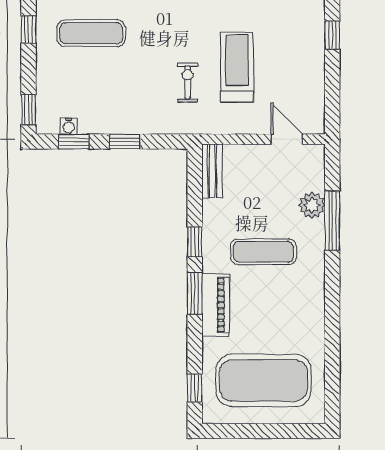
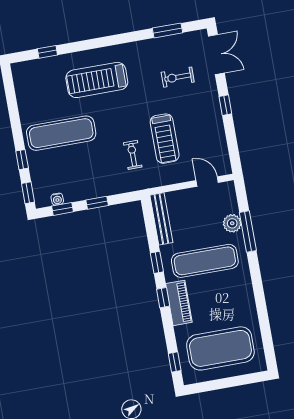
window: (29, 30) -> (22, 160), moved
exercise mat: (91, 33) -> (61, 133), width x1.36, depth x1.45
treadmill: (237, 67) -> (165, 139), turned 180
bench: (212, 171) -> (161, 219), width x1.36
exercise mat: (263, 252) -> (205, 261), width x1.36, depth x1.45
window: (195, 293) -> (163, 298), width x0.67

